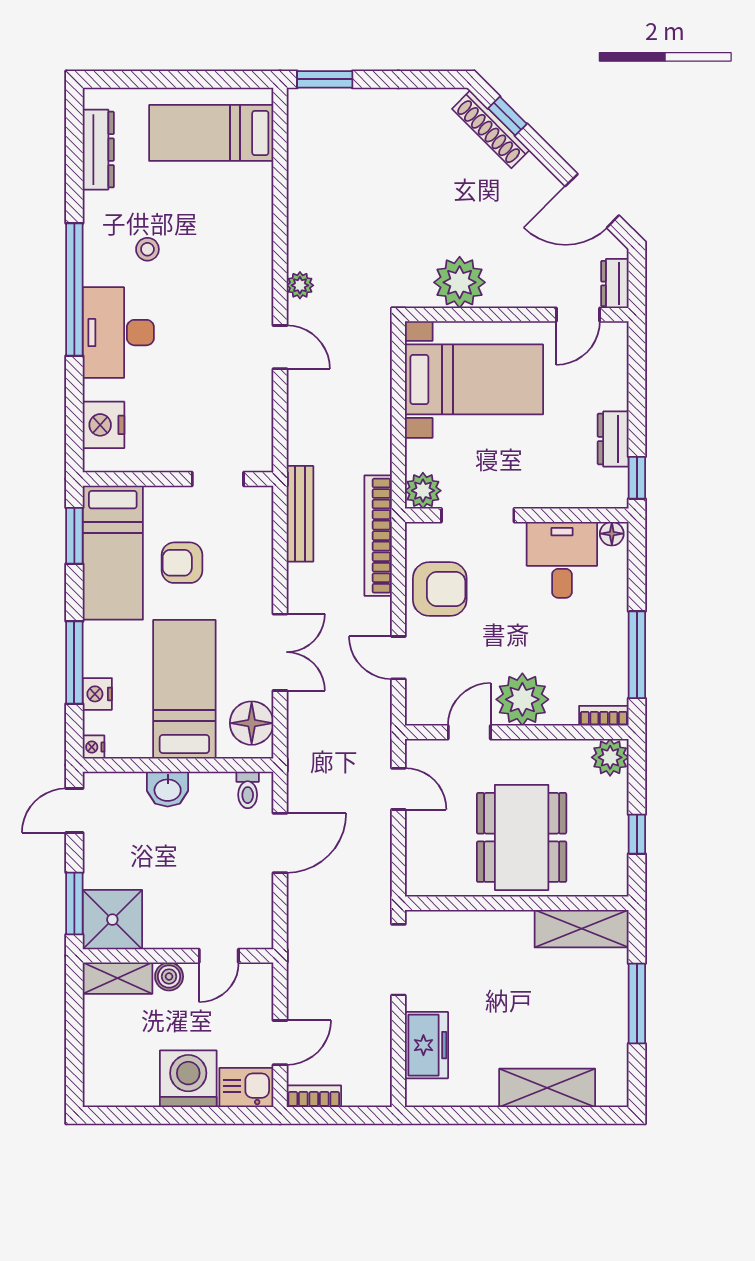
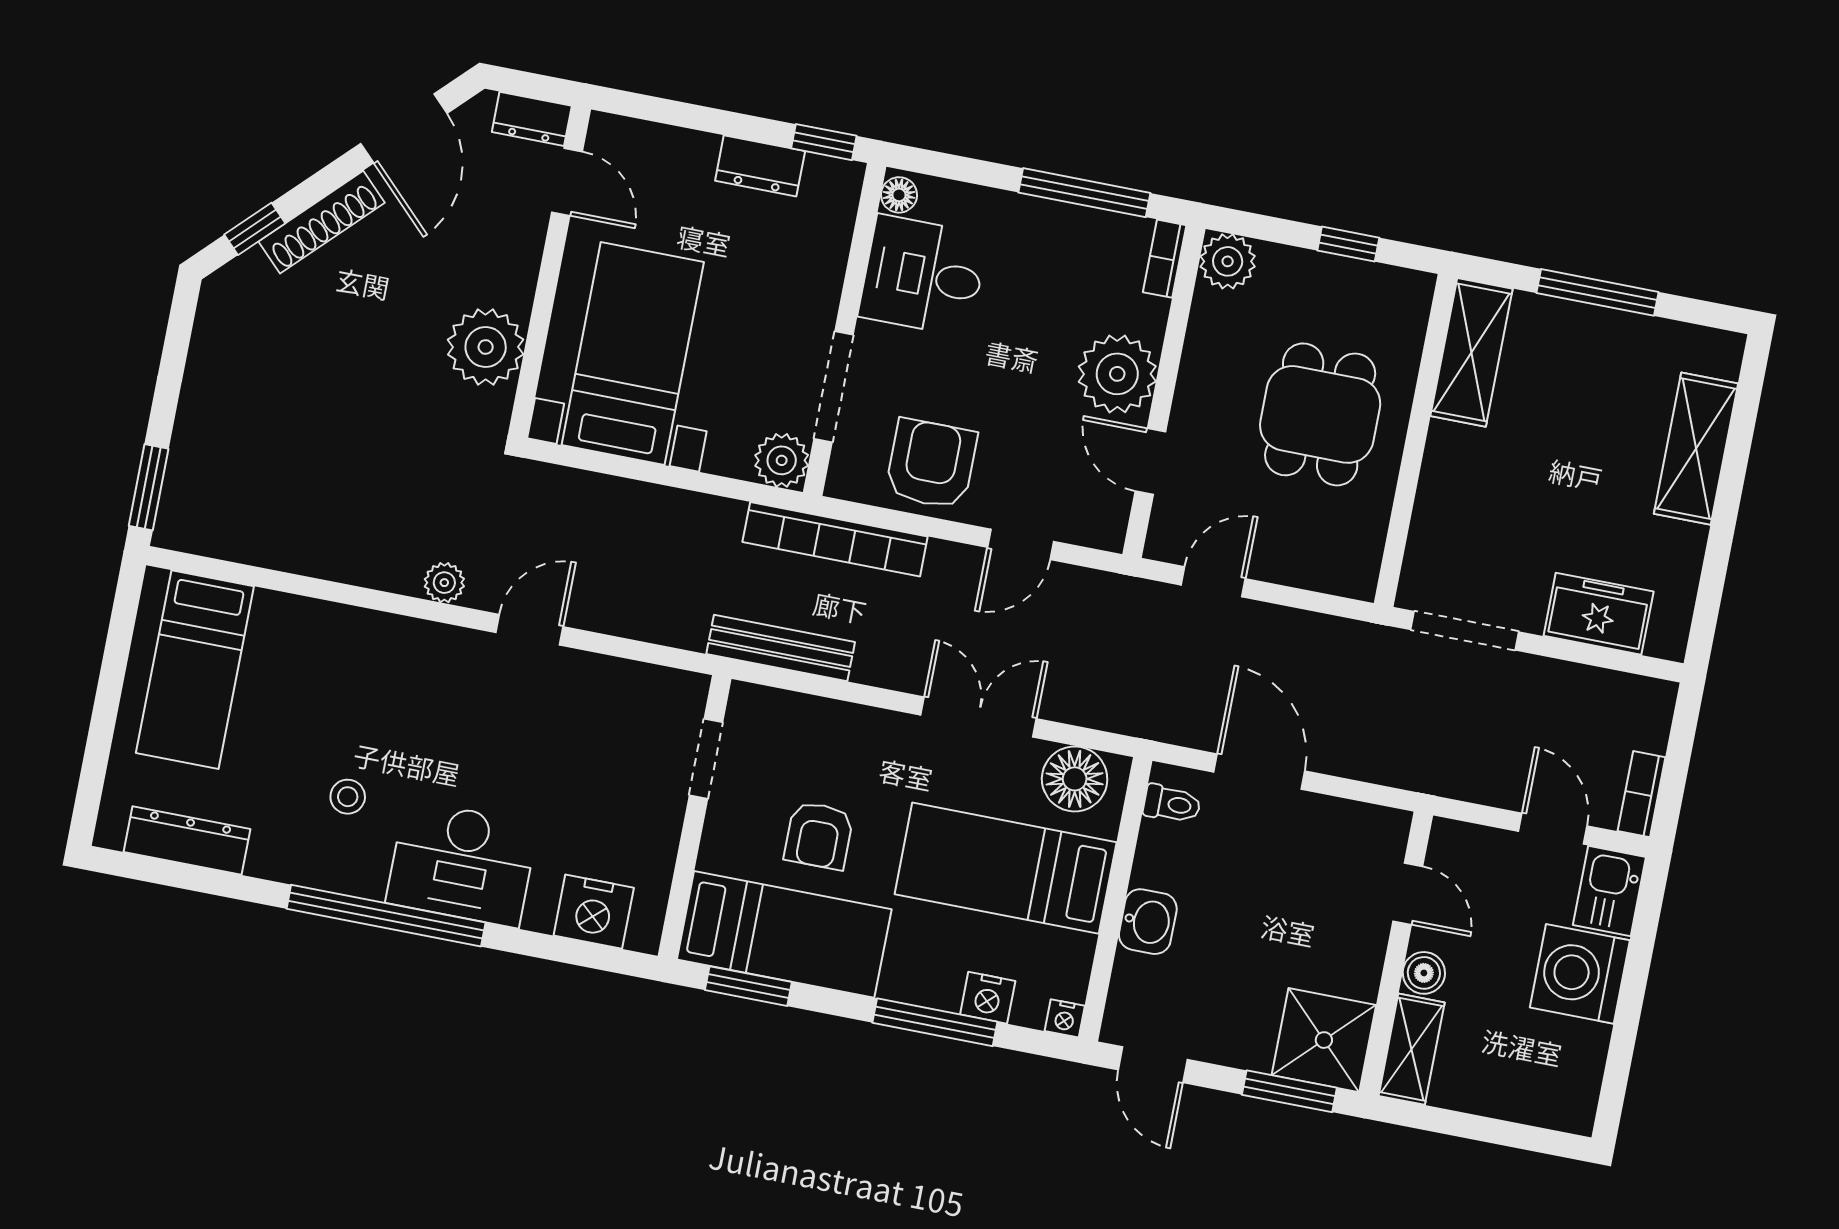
shoe rack: (491, 129) -> (322, 222), moved
dining table: (522, 837) -> (1320, 414), width x0.73

